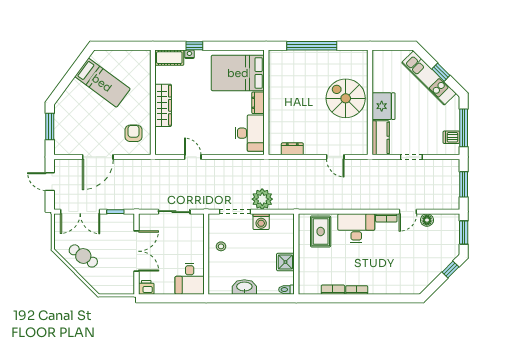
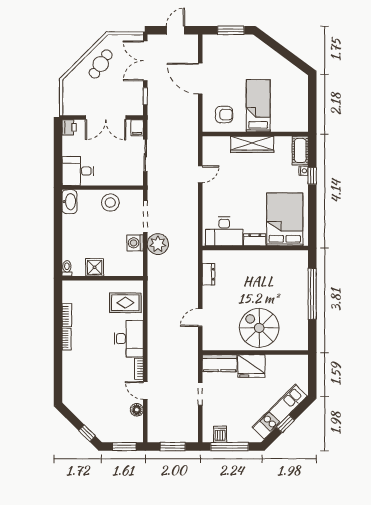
bed: (102, 83) -> (258, 106), moved, turned 144
spiral stairs: (346, 98) -> (259, 328), turned -90
filing cabinet: (147, 220) -> (137, 128), added
stool: (221, 246) -> (110, 203), width x1.89, depth x1.89
washbasin: (244, 287) -> (69, 202), moved

